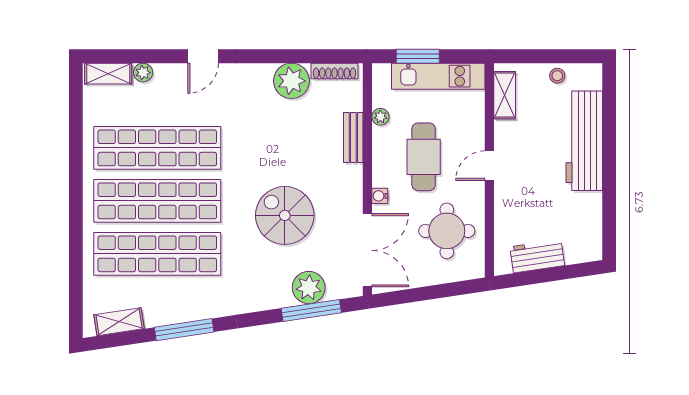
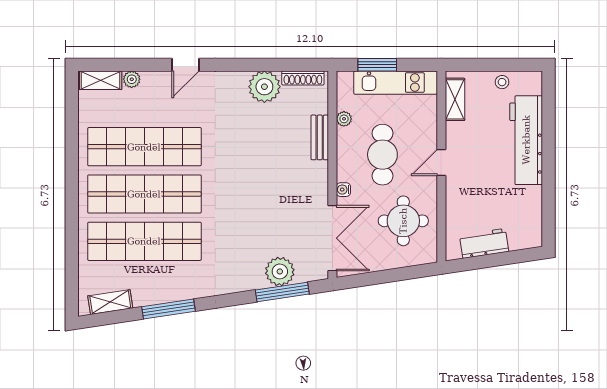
spiral stairs: (285, 215) -> (258, 207), removed

